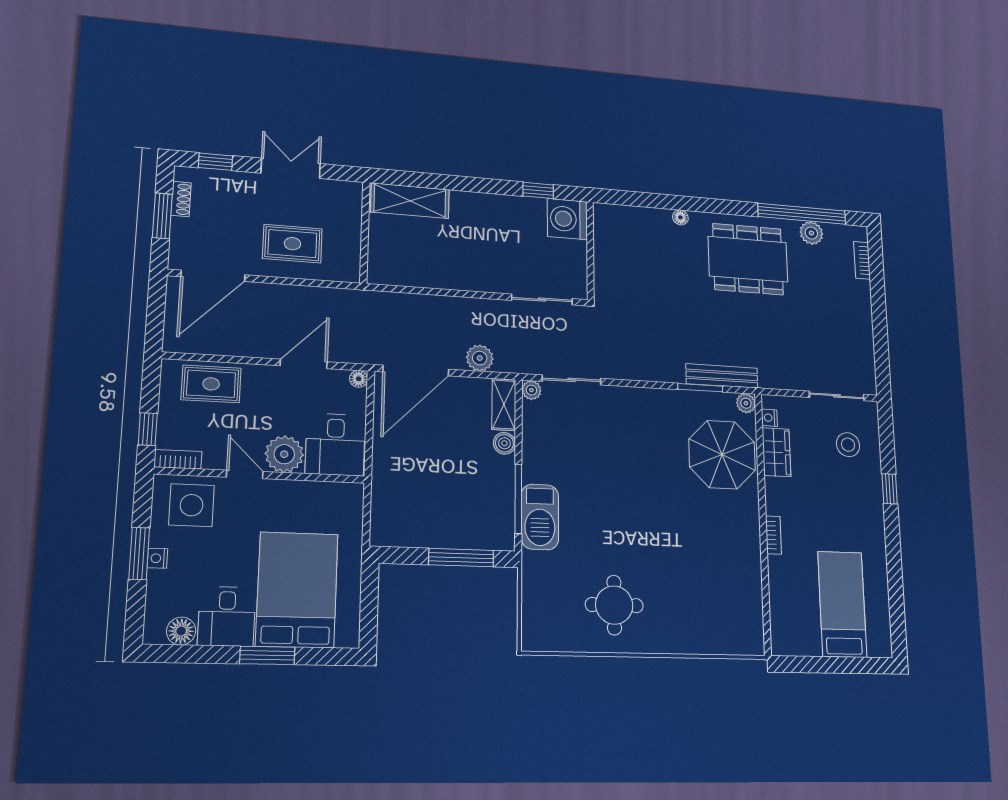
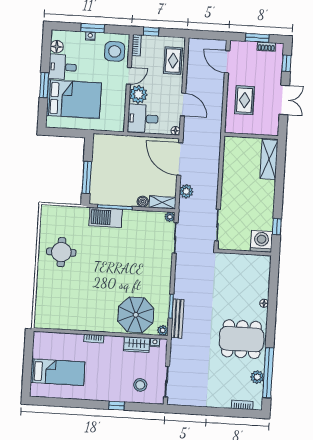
dining table: (748, 259) -> (242, 339), turned 90
door: (213, 276) -> (227, 62), width x0.73

